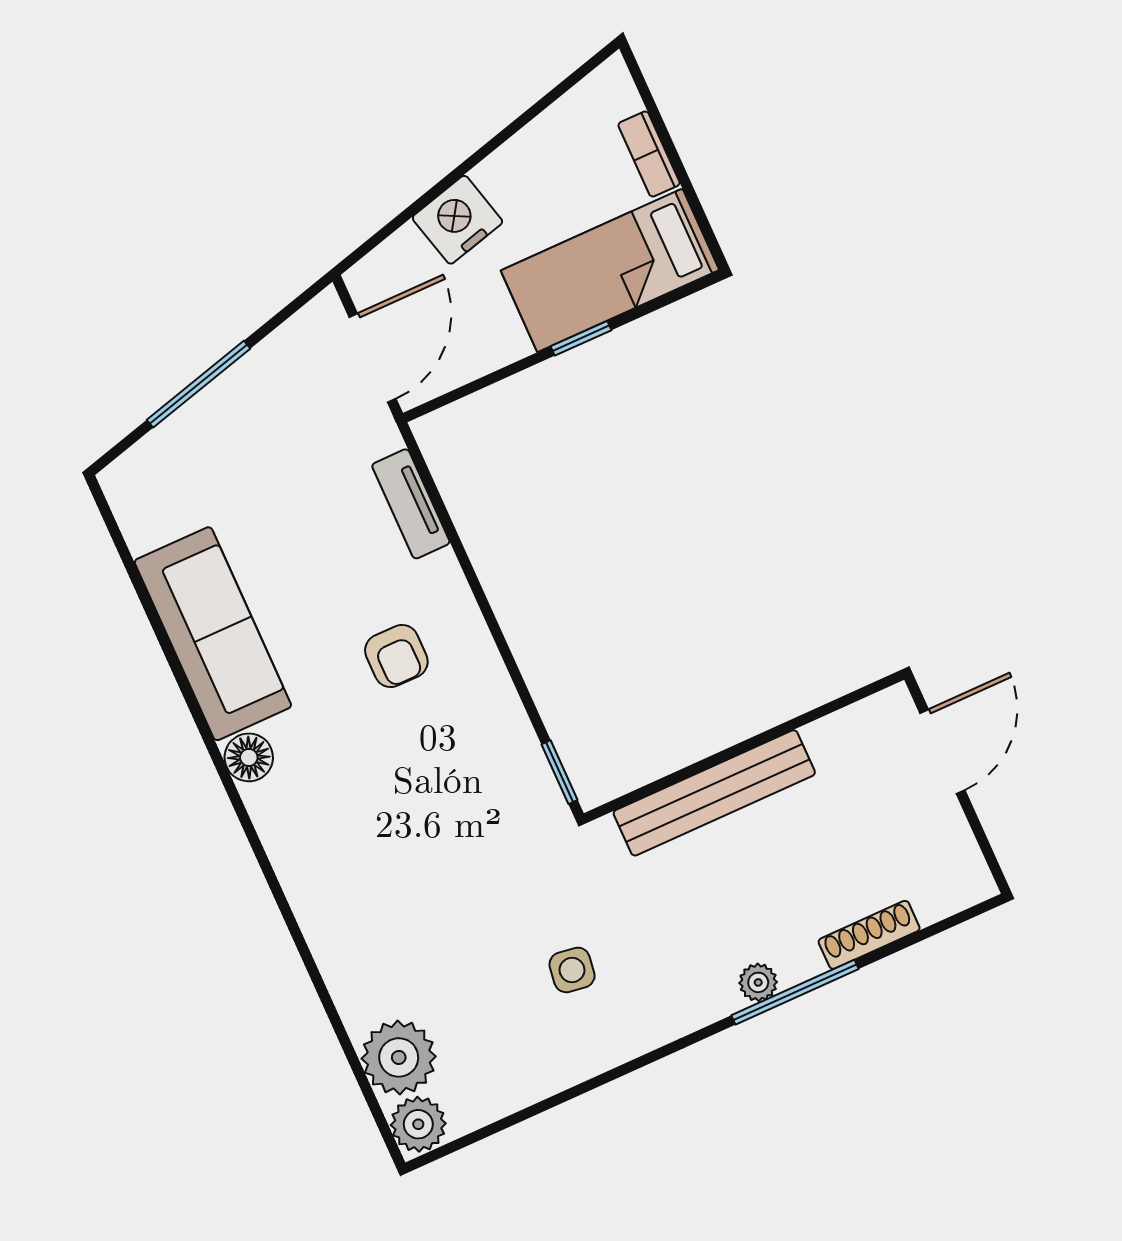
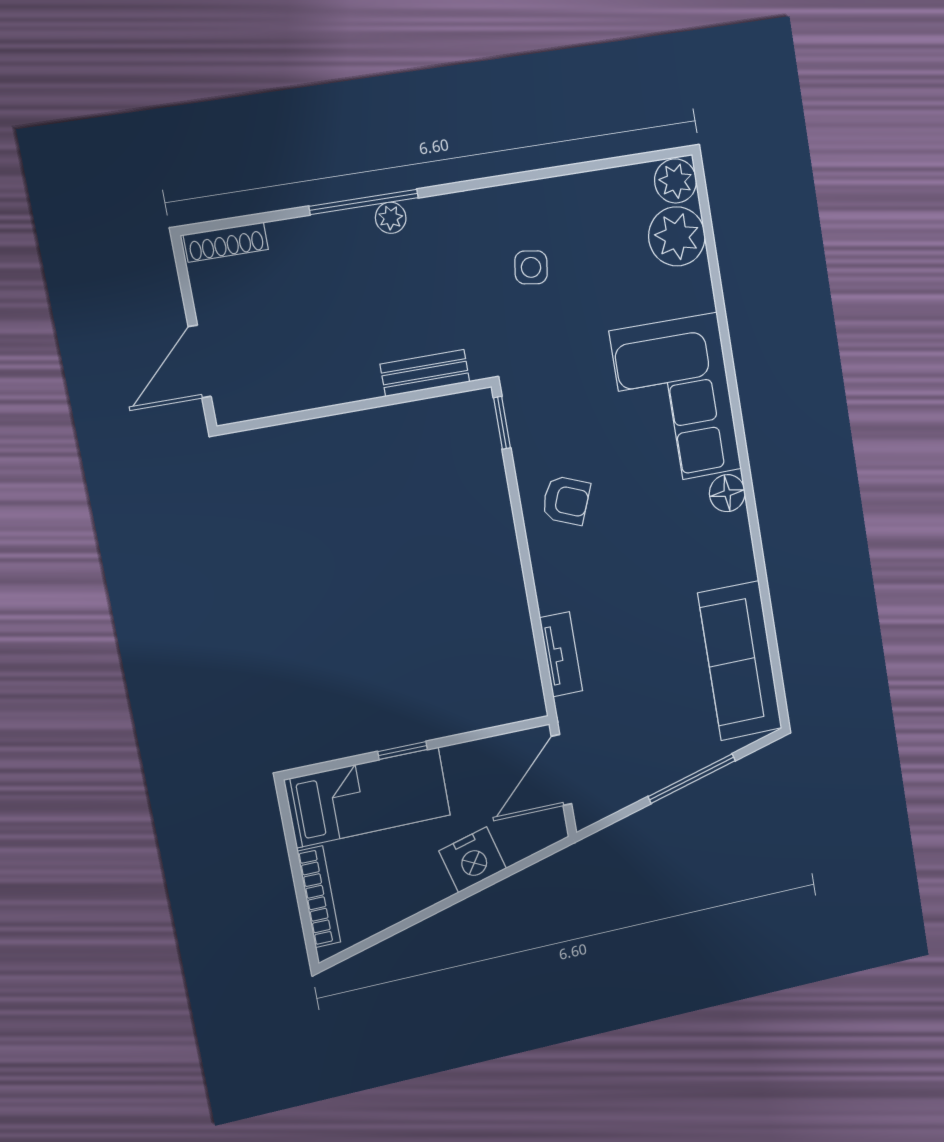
bookcase: (649, 154) -> (319, 897), width x1.56
sofa: (213, 634) -> (740, 661), moved
armchair: (396, 656) -> (566, 500), moved, turned 112
bench: (714, 793) -> (425, 373), width x0.54, depth x0.82
corner sofa: (347, 856) -> (676, 400), added
shoe rack: (869, 935) -> (226, 242), moved

